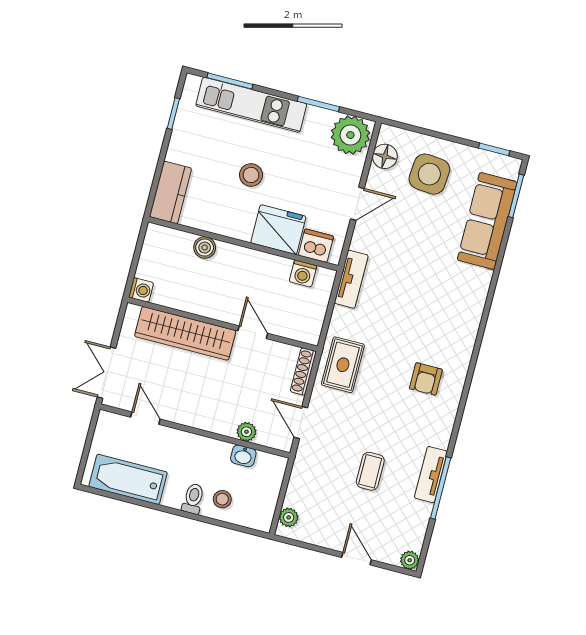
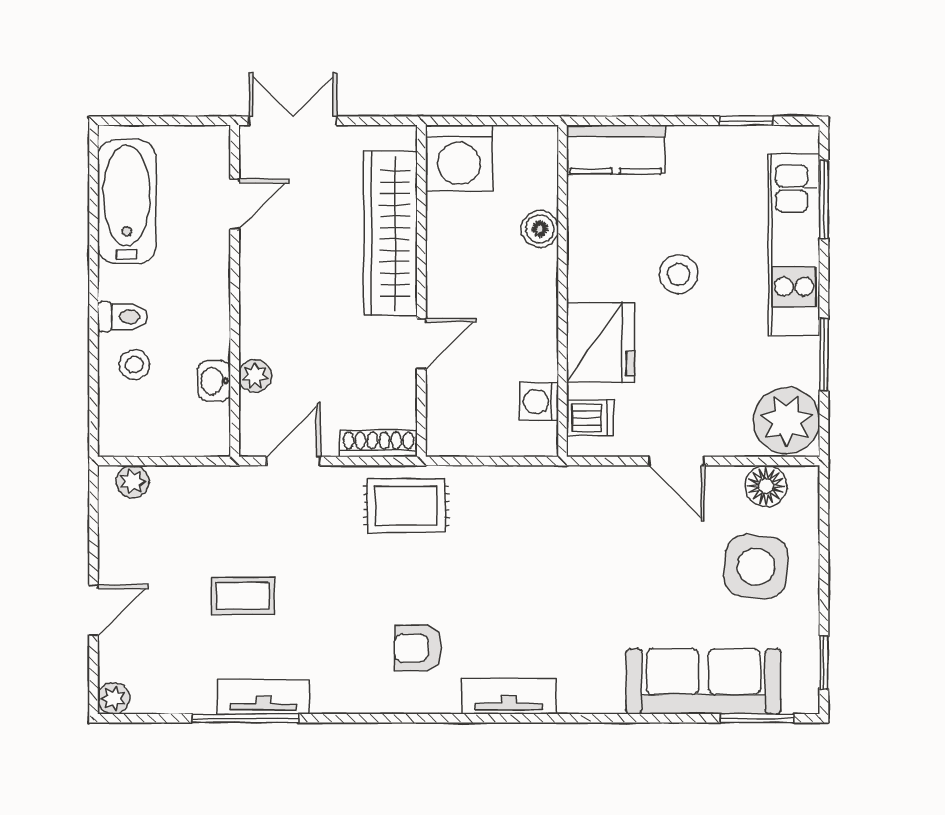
dishwasher: (316, 246) -> (590, 418), width x0.73
tv unit: (351, 279) -> (509, 696), moved, turned 180
washing machine: (141, 290) -> (459, 158), width x1.89, depth x1.89

